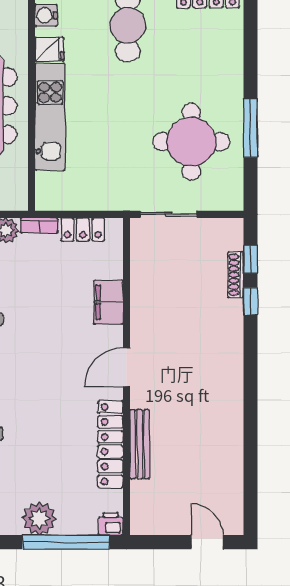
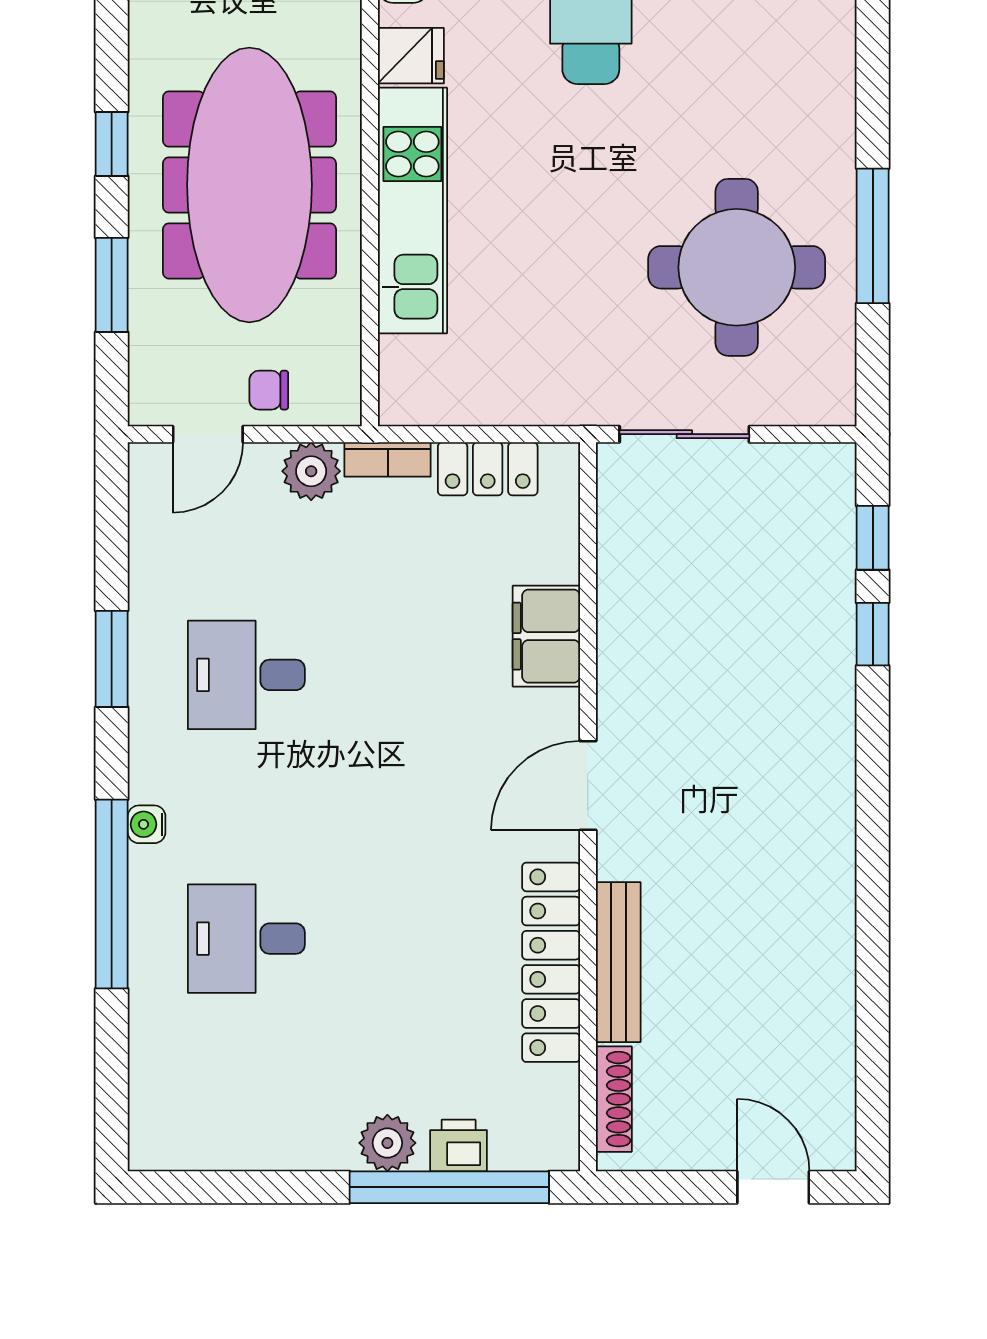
shoe rack: (236, 275) -> (614, 1099), moved, turned 180
plant: (39, 518) -> (387, 1143), width x0.73, depth x0.73
printer: (111, 524) -> (459, 1145), moved

